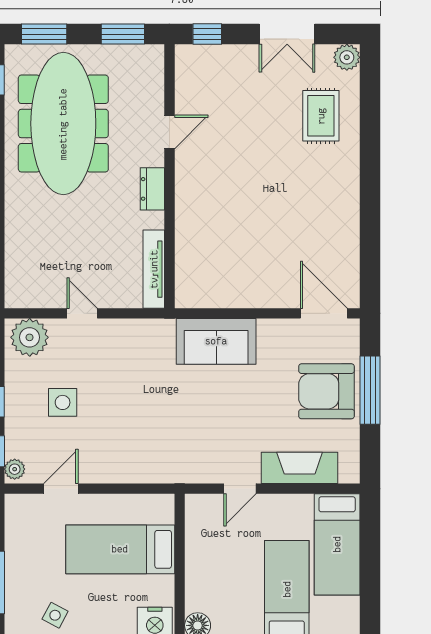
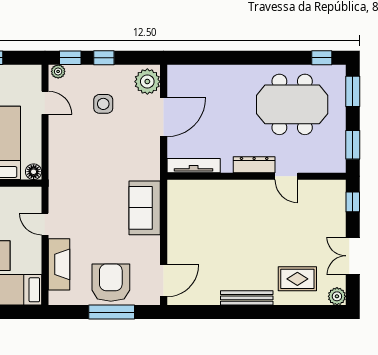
meeting table: (63, 124) -> (292, 104), width x0.73
dresser: (152, 189) -> (254, 165), width x1.44
bench: (349, 191) -> (247, 298), added
door: (82, 313) -> (164, 117), width x1.88
floor lamp: (163, 505) -> (34, 172), added

